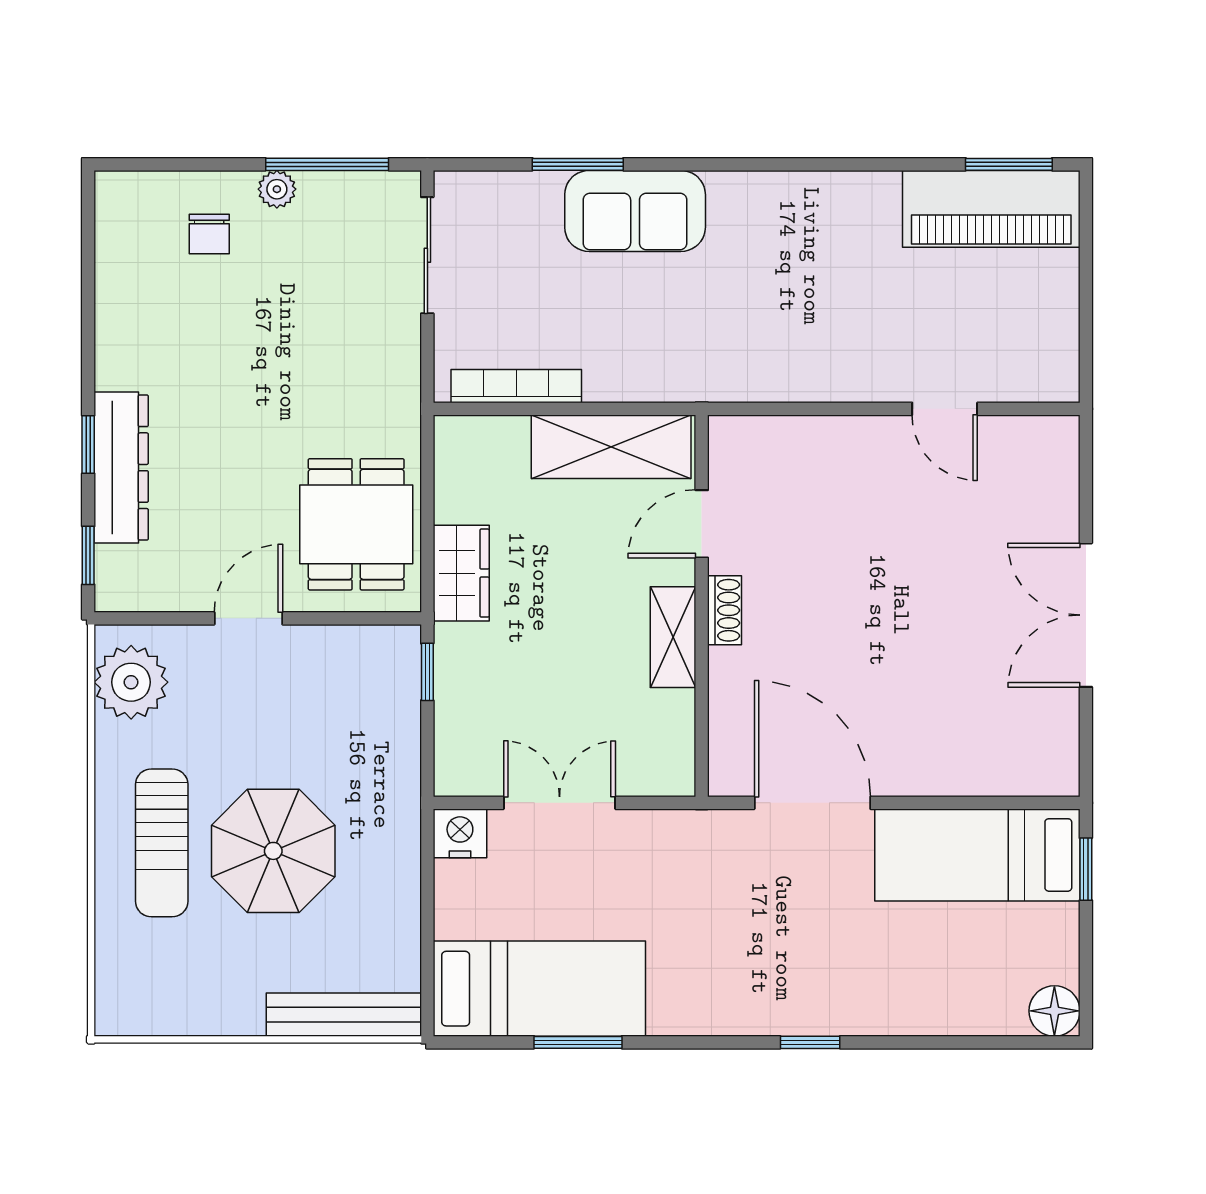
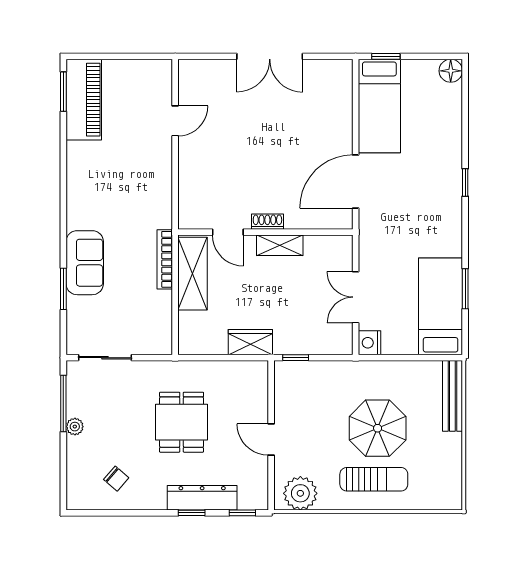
chair: (209, 234) -> (116, 479), moved, turned 41
bookcase: (516, 386) -> (165, 259), moved
dining table: (356, 524) -> (182, 422), moved, turned 90

